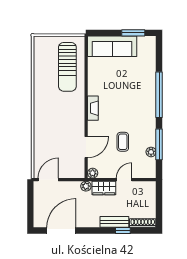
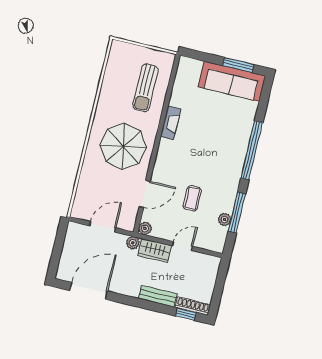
sofa: (112, 46) -> (232, 81), moved
sun lounger: (67, 67) -> (145, 88), width x0.73, depth x0.75
fireplace: (93, 108) -> (171, 123), moved
parasol: (61, 115) -> (123, 146), added
door: (48, 180) -> (103, 227), moved
window: (123, 230) -> (186, 314), moved

